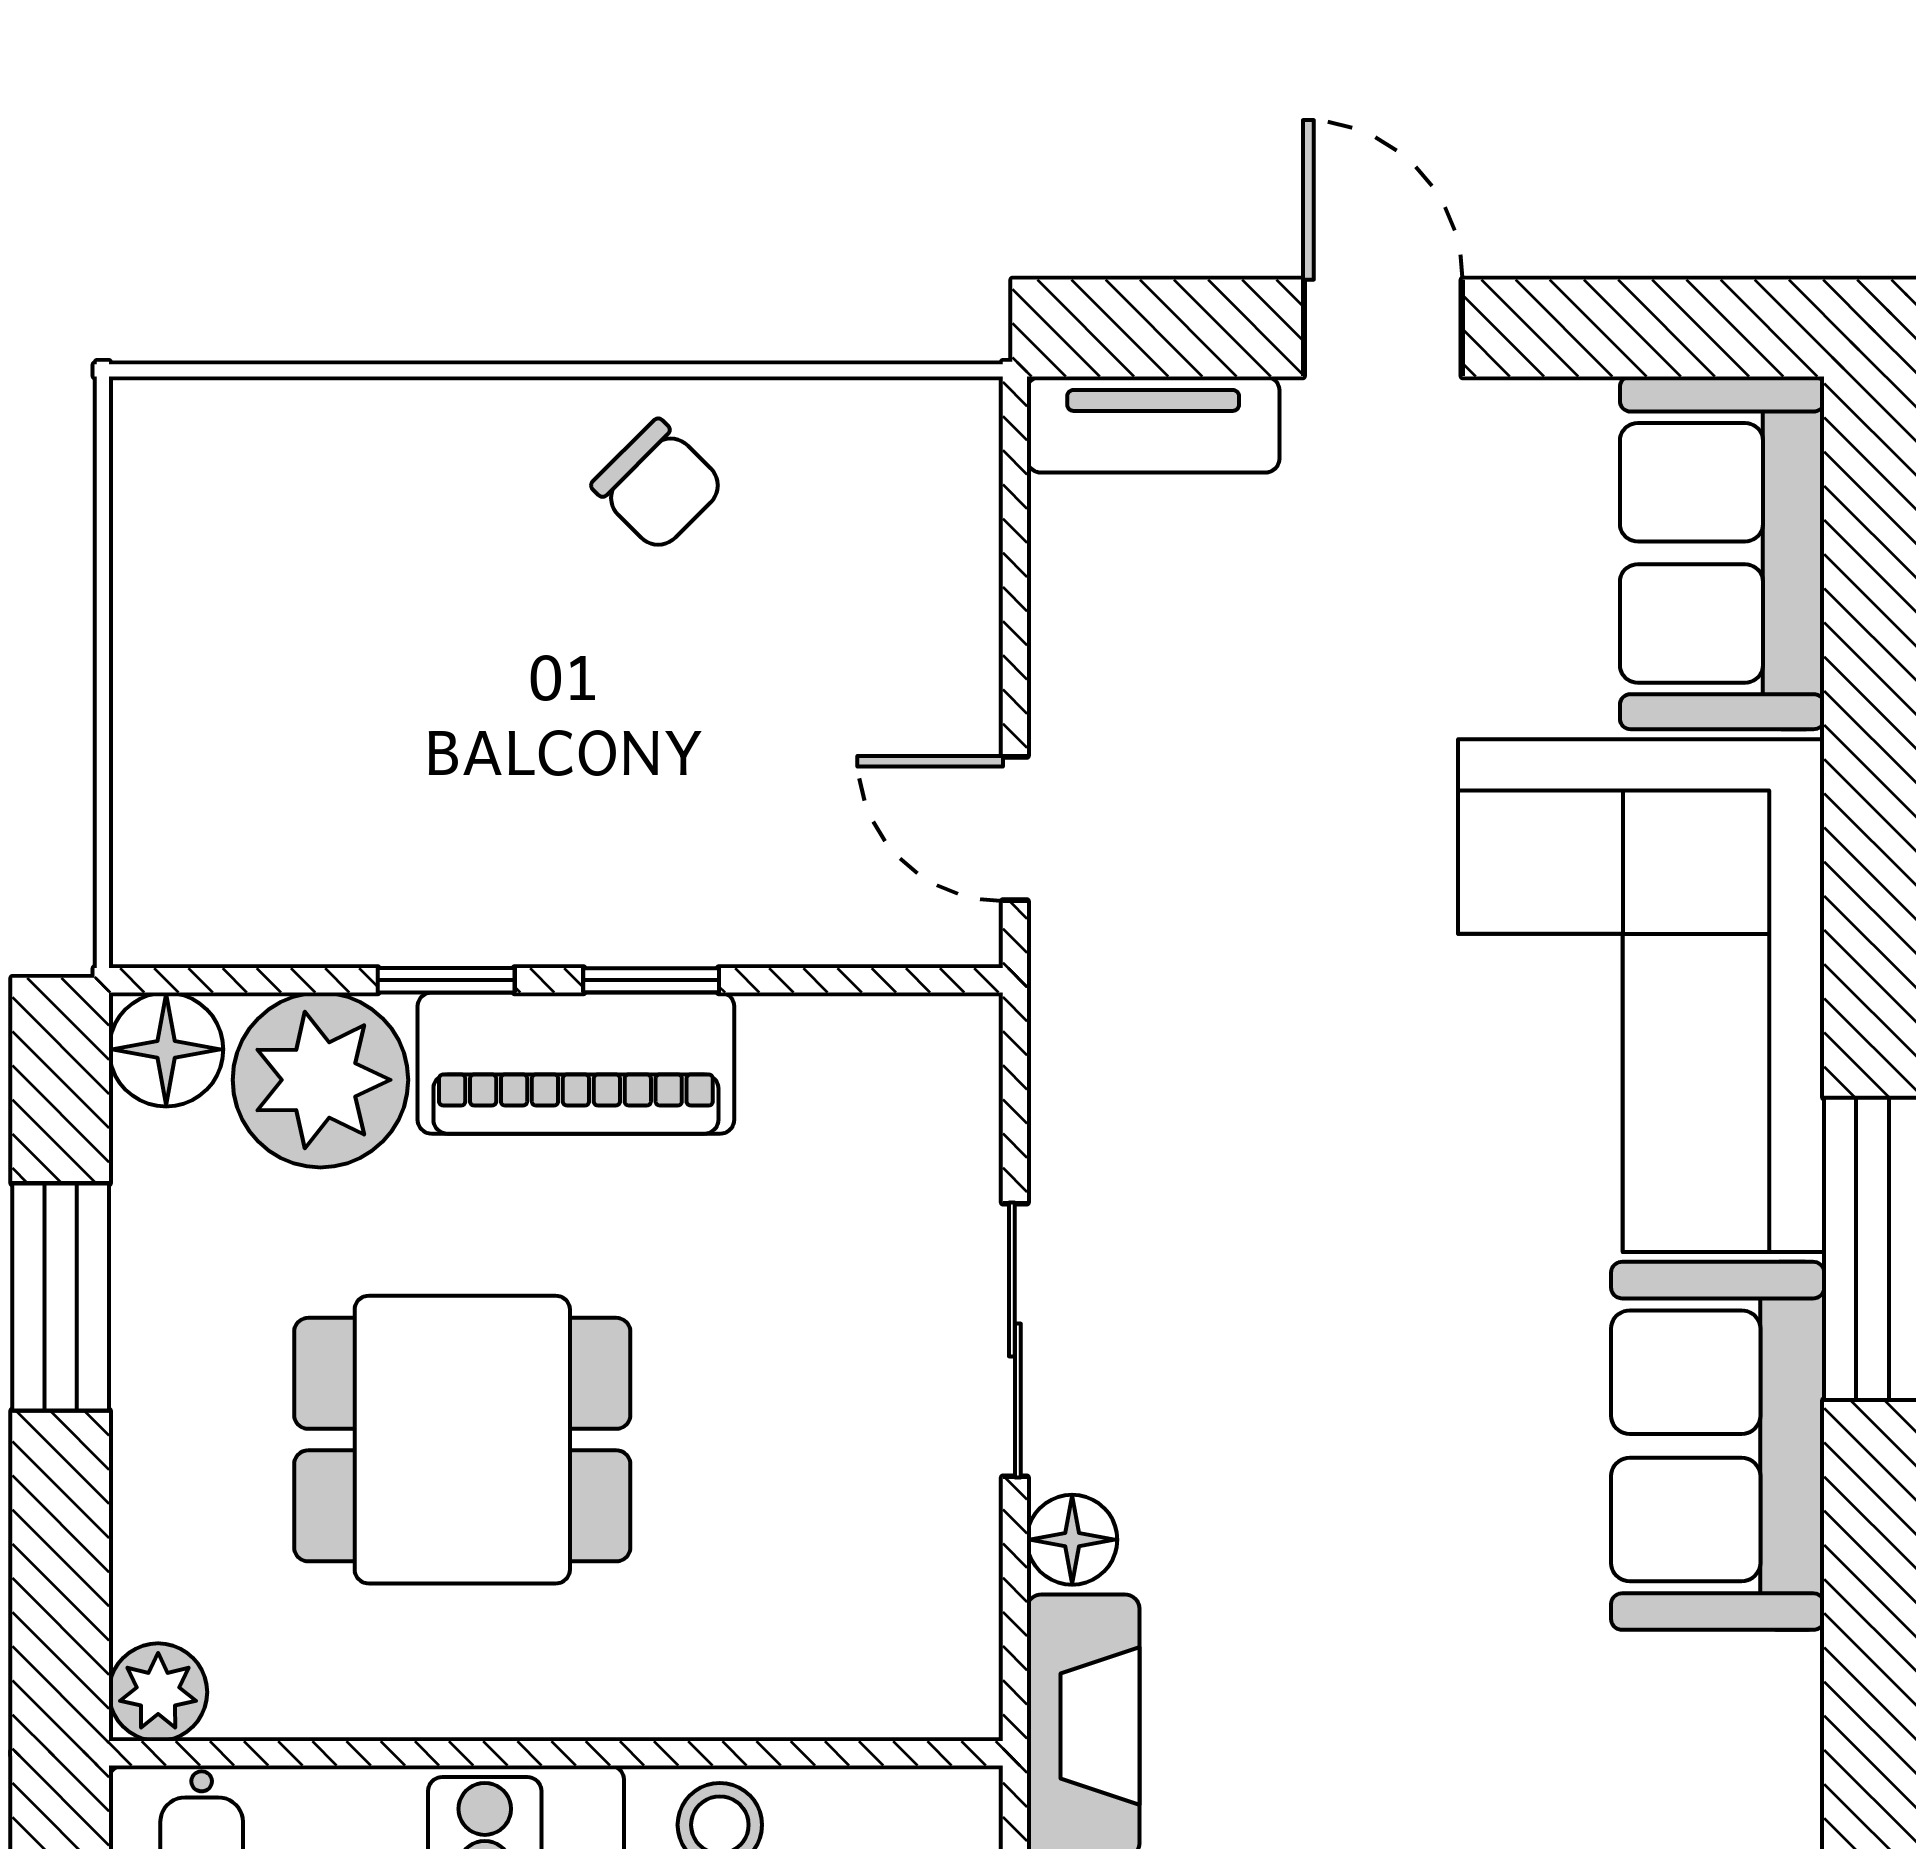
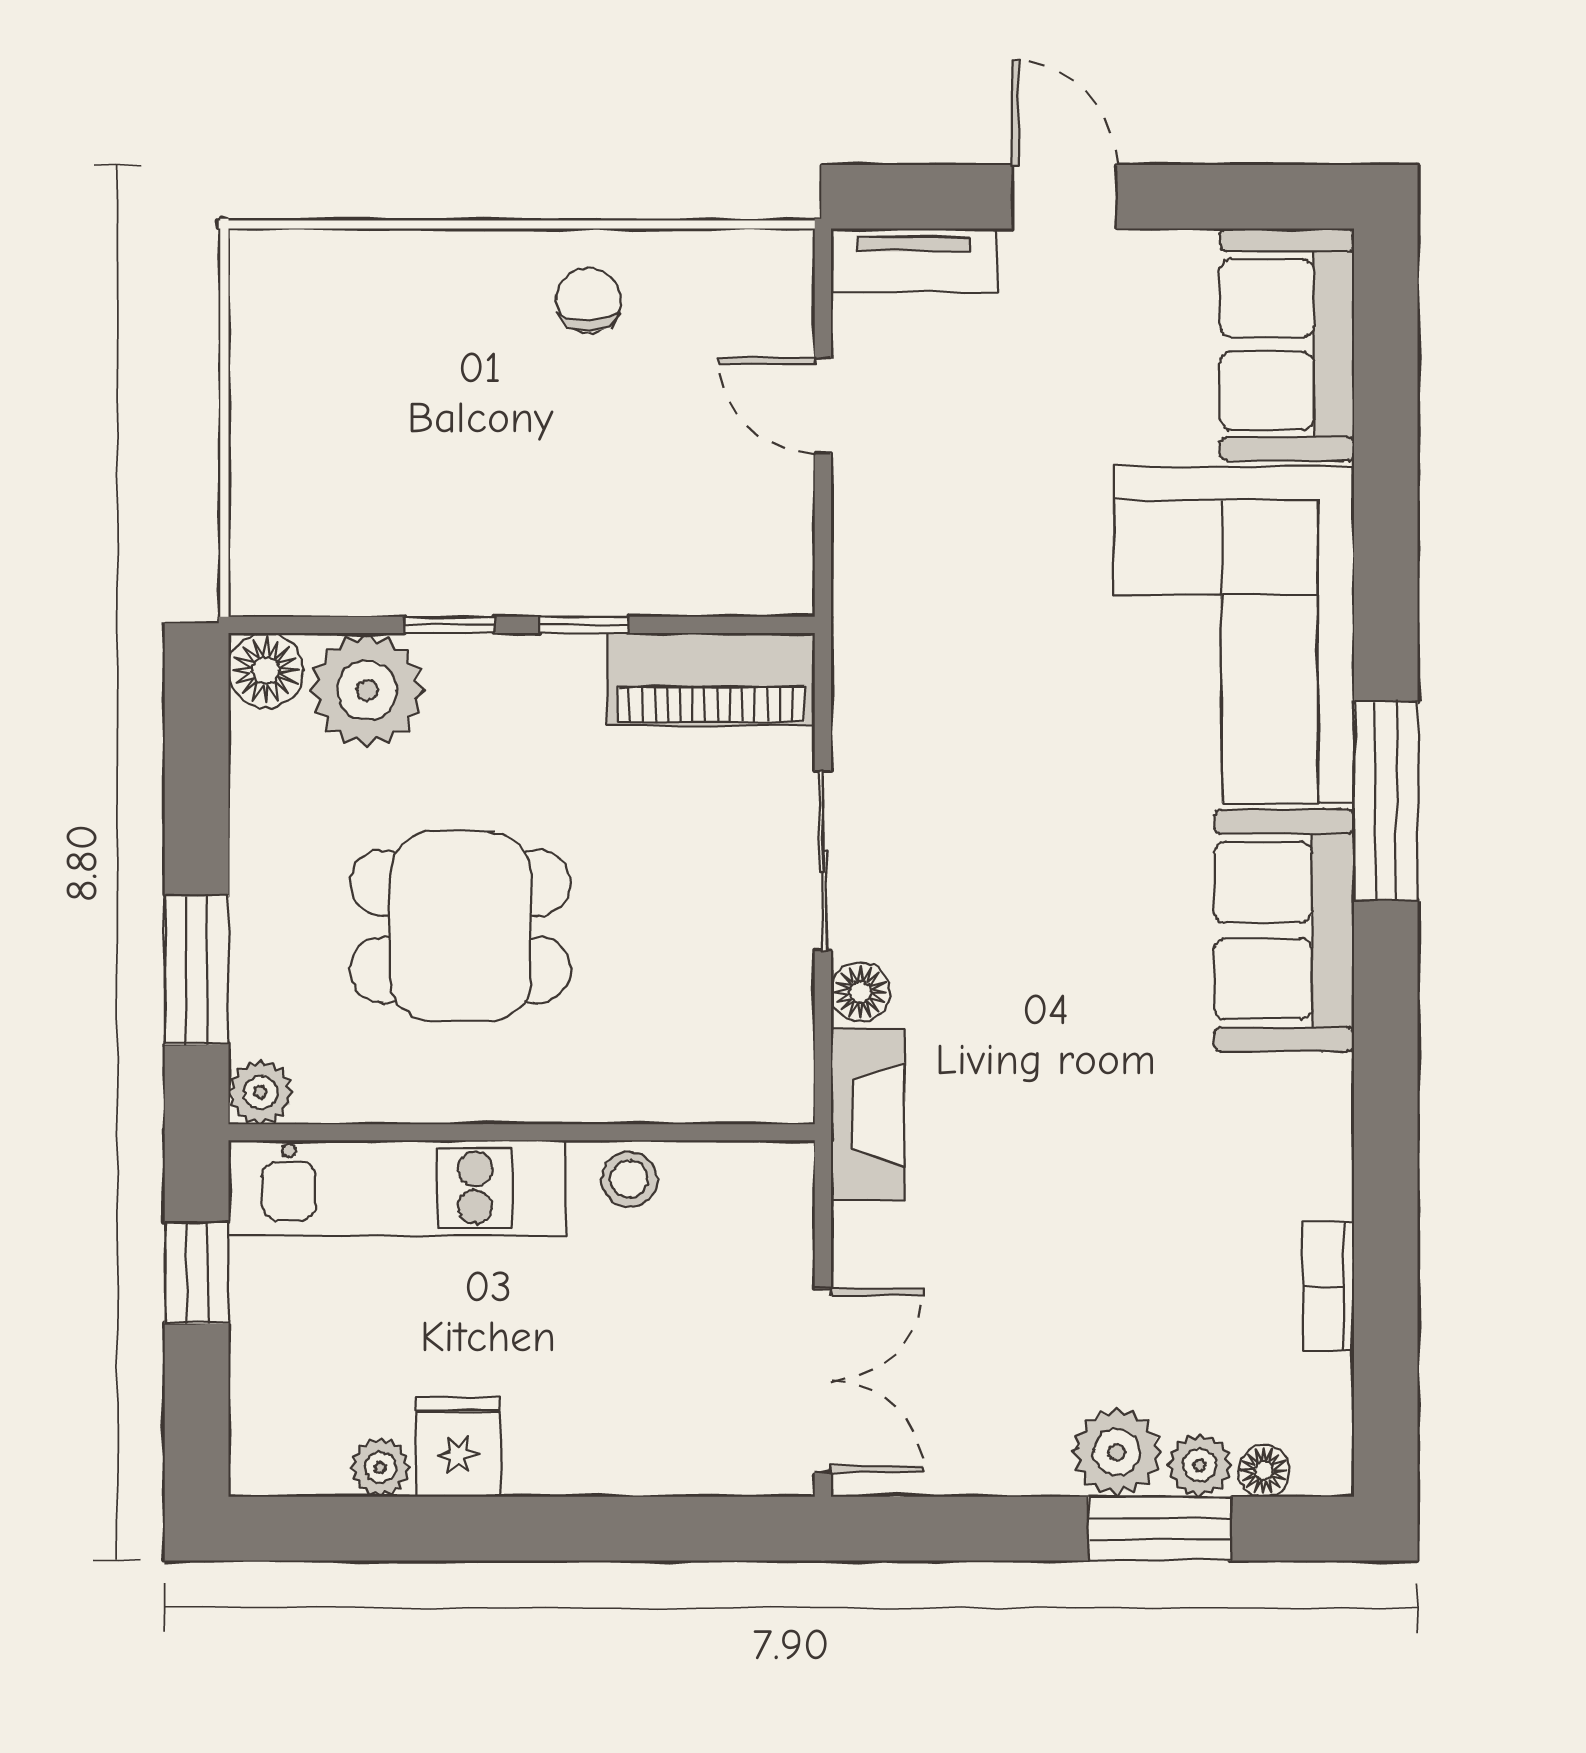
chair: (658, 485) -> (589, 300), turned -135
door: (1015, 828) -> (823, 405), moved
piano: (576, 1063) -> (711, 679), moved
window: (61, 1297) -> (197, 970), moved

